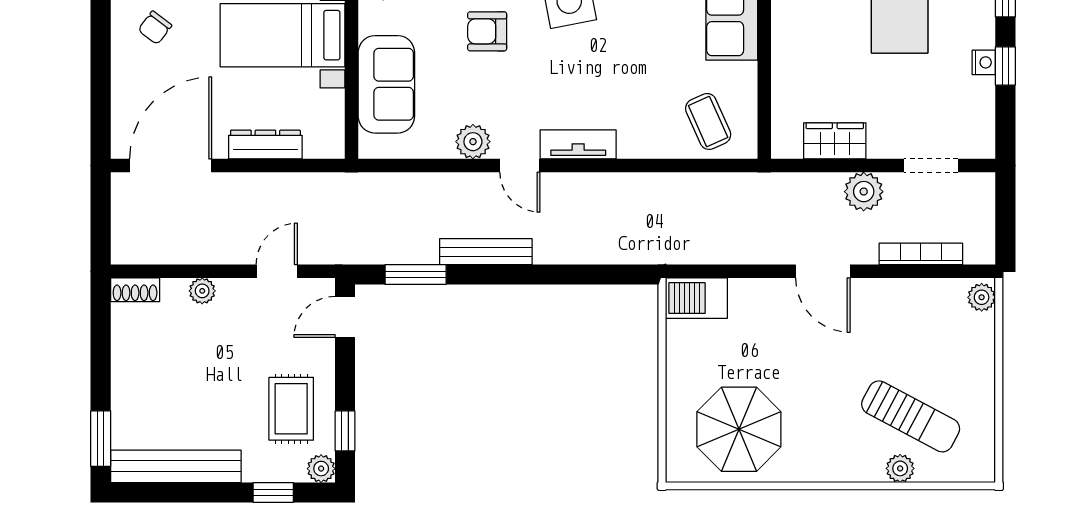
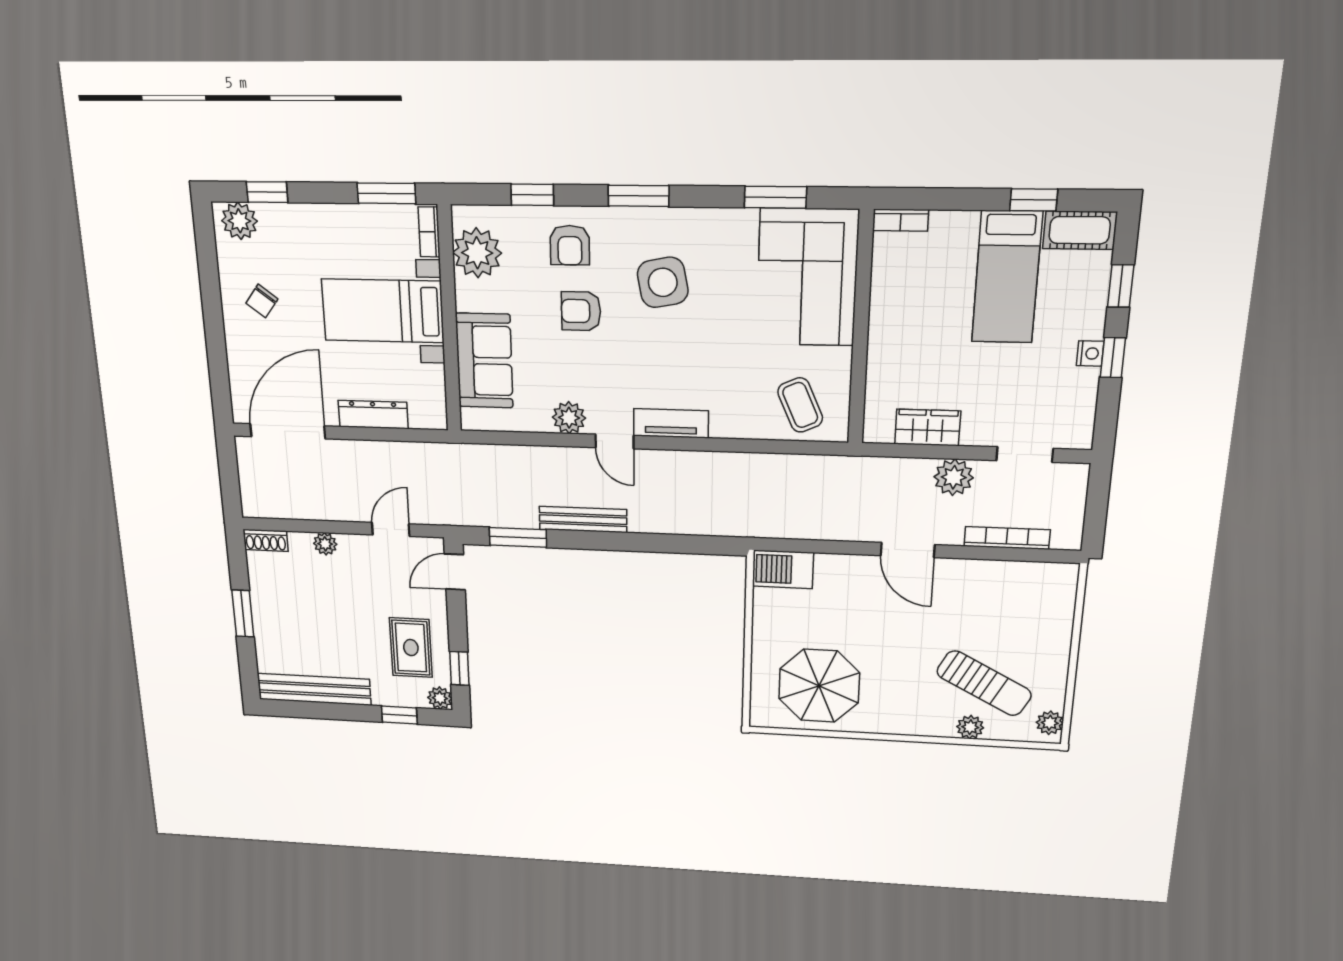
plant: (982, 297) -> (1050, 723), moved
window: (101, 439) -> (243, 613), moved

